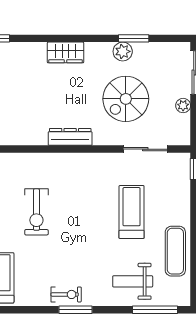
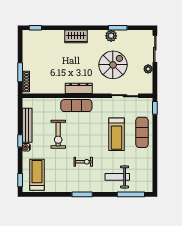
spiral stairs: (126, 99) -> (113, 65), turned 180
exercise mat: (66, 165) -> (76, 106), added
treadmill: (132, 212) -> (117, 134), turned 180
exercise mat: (175, 251) -> (142, 132), moved
exercise bike: (66, 294) -> (83, 162), moved

